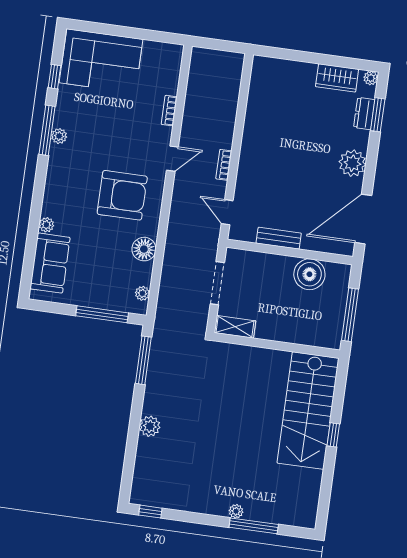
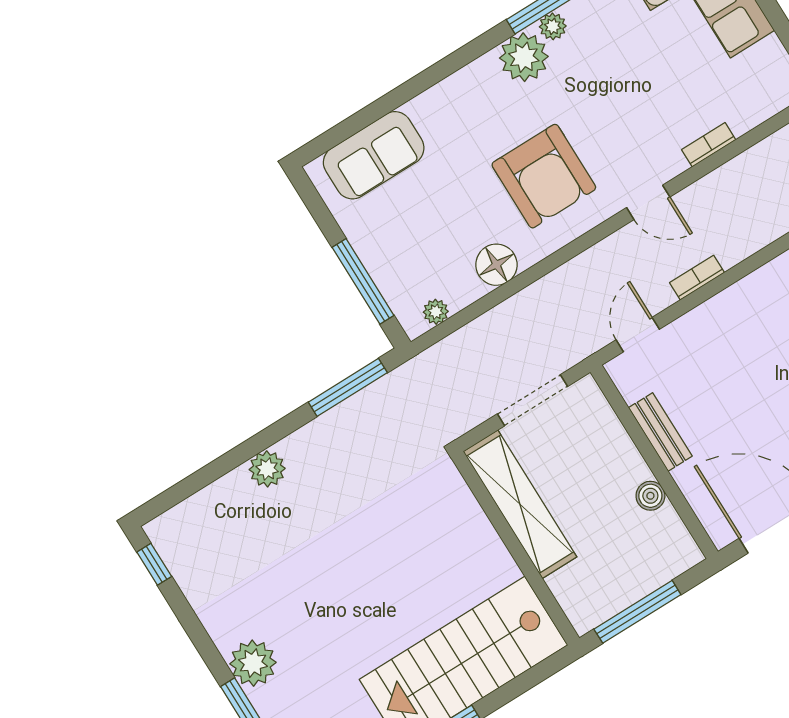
plant: (46, 225) -> (524, 57), moved, width x1.88, depth x1.88
boiler: (309, 274) -> (650, 496), width x0.54, depth x0.54
shelving: (235, 327) -> (520, 504), width x2.20, depth x1.33
plant: (236, 511) -> (253, 663), width x1.88, depth x1.88

